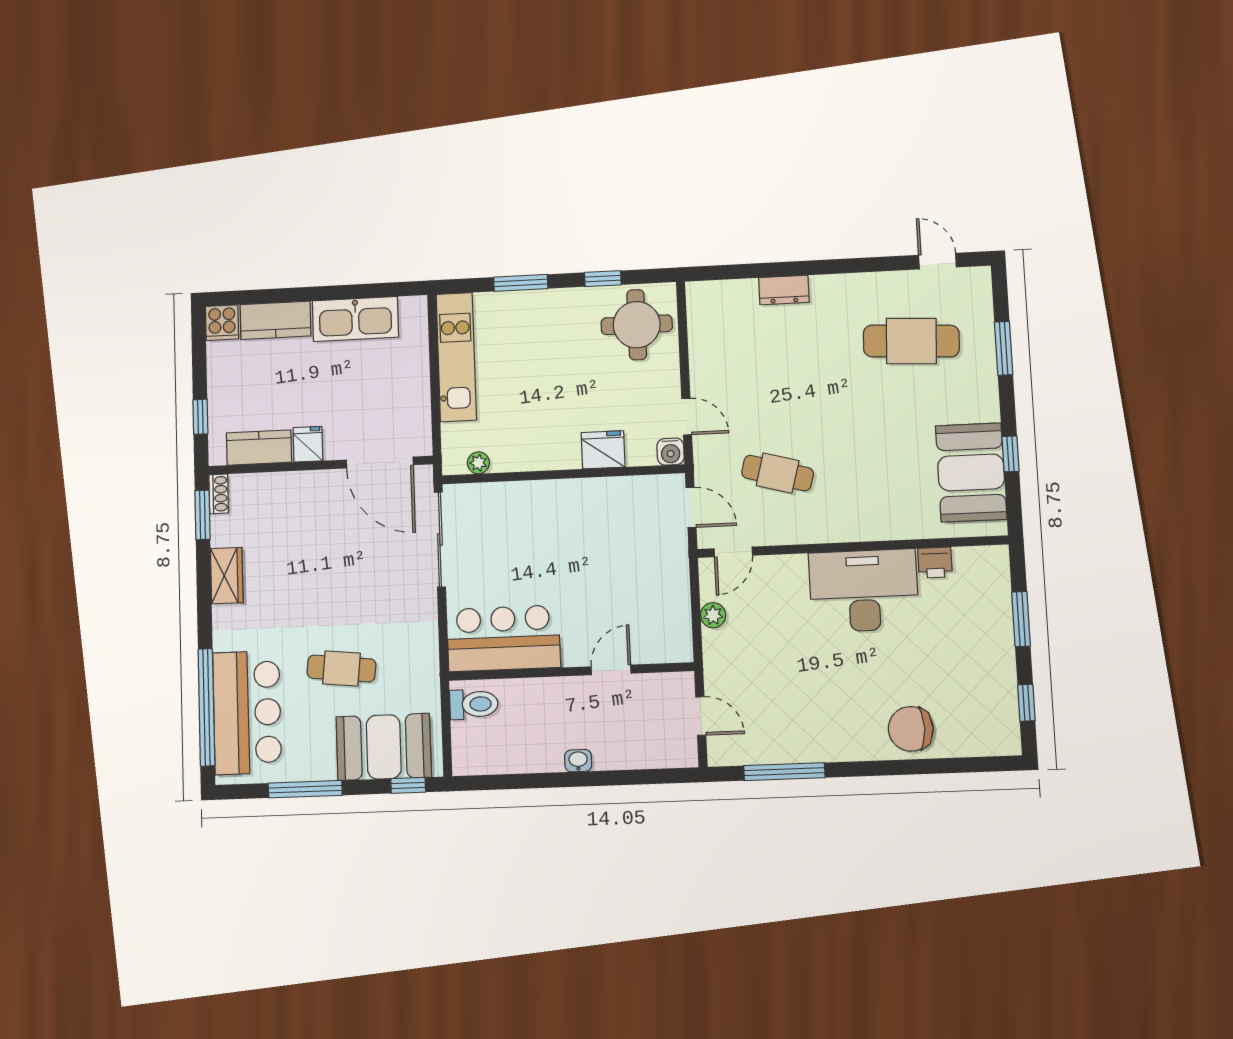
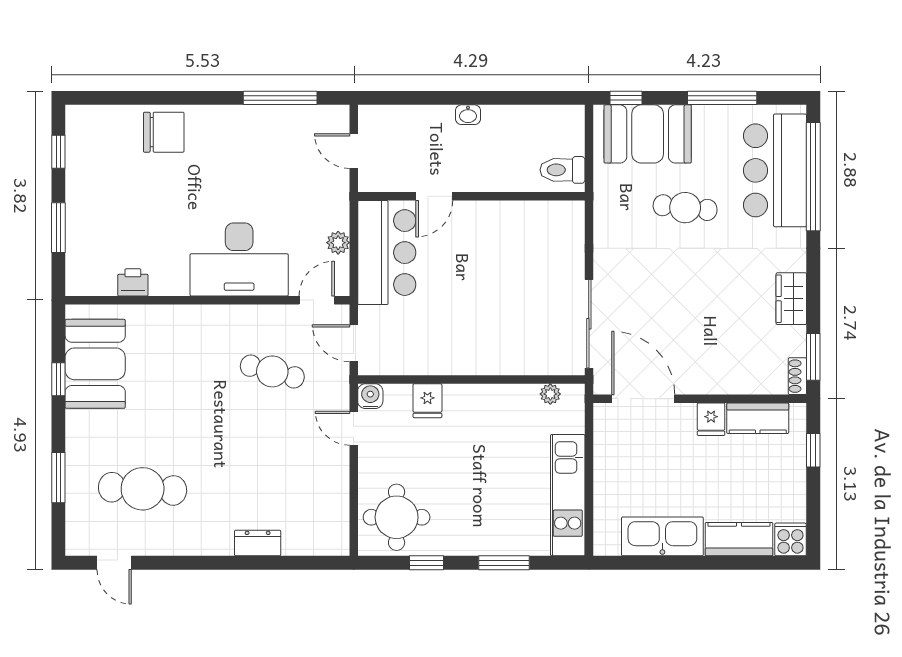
fridge: (603, 450) -> (427, 401), width x0.72
desk: (864, 591) -> (239, 259), moved
bar counter: (504, 638) -> (387, 253), moved, turned -90

